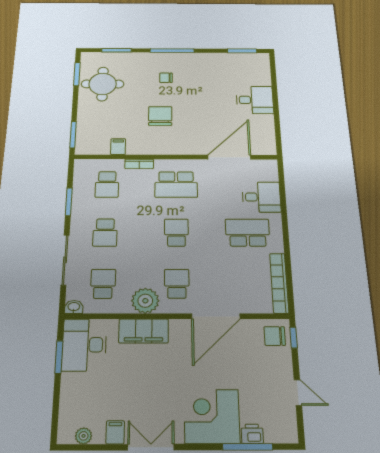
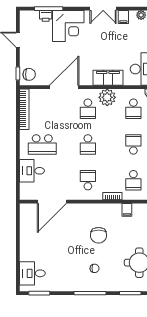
desk: (255, 100) -> (32, 273), moved
school desk: (107, 184) -> (133, 180), turned 180
school desk: (176, 185) -> (88, 180), width x0.54

